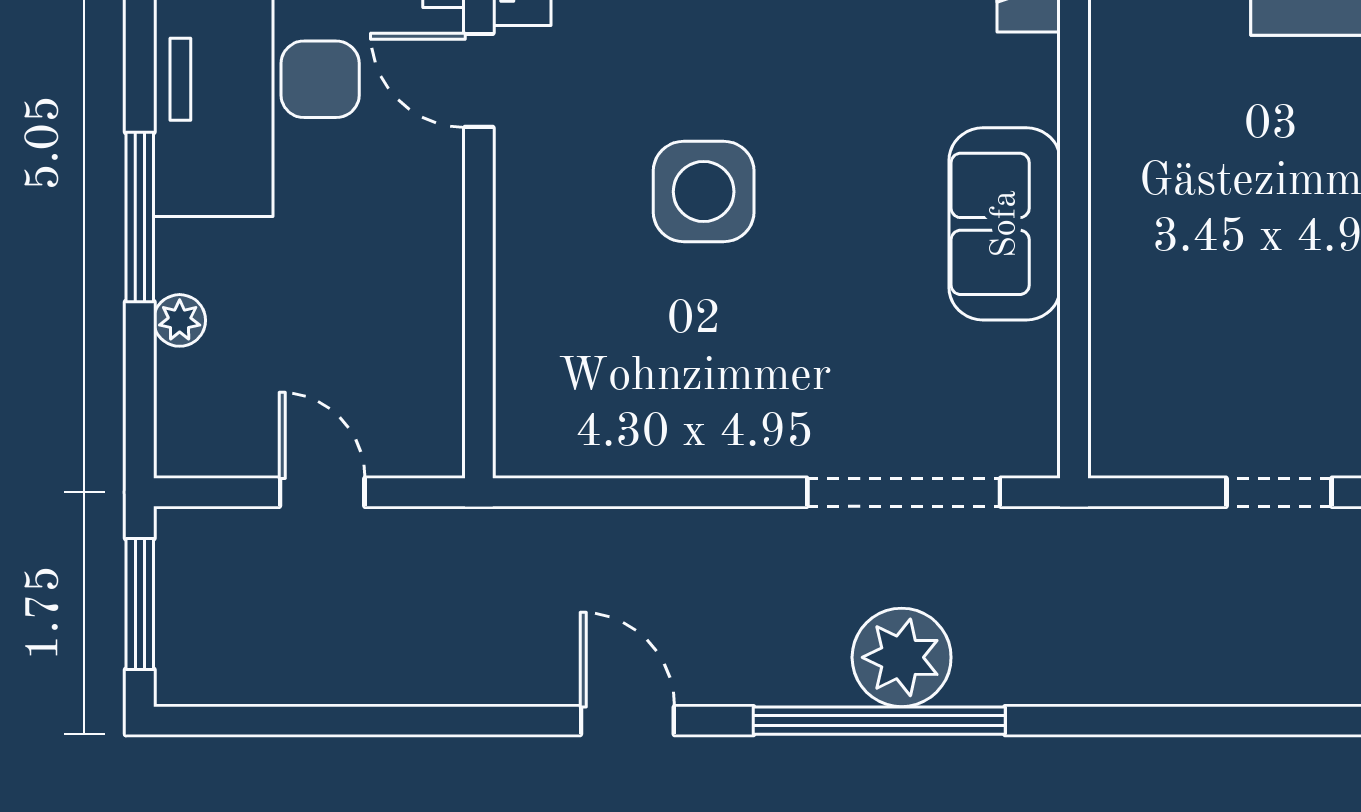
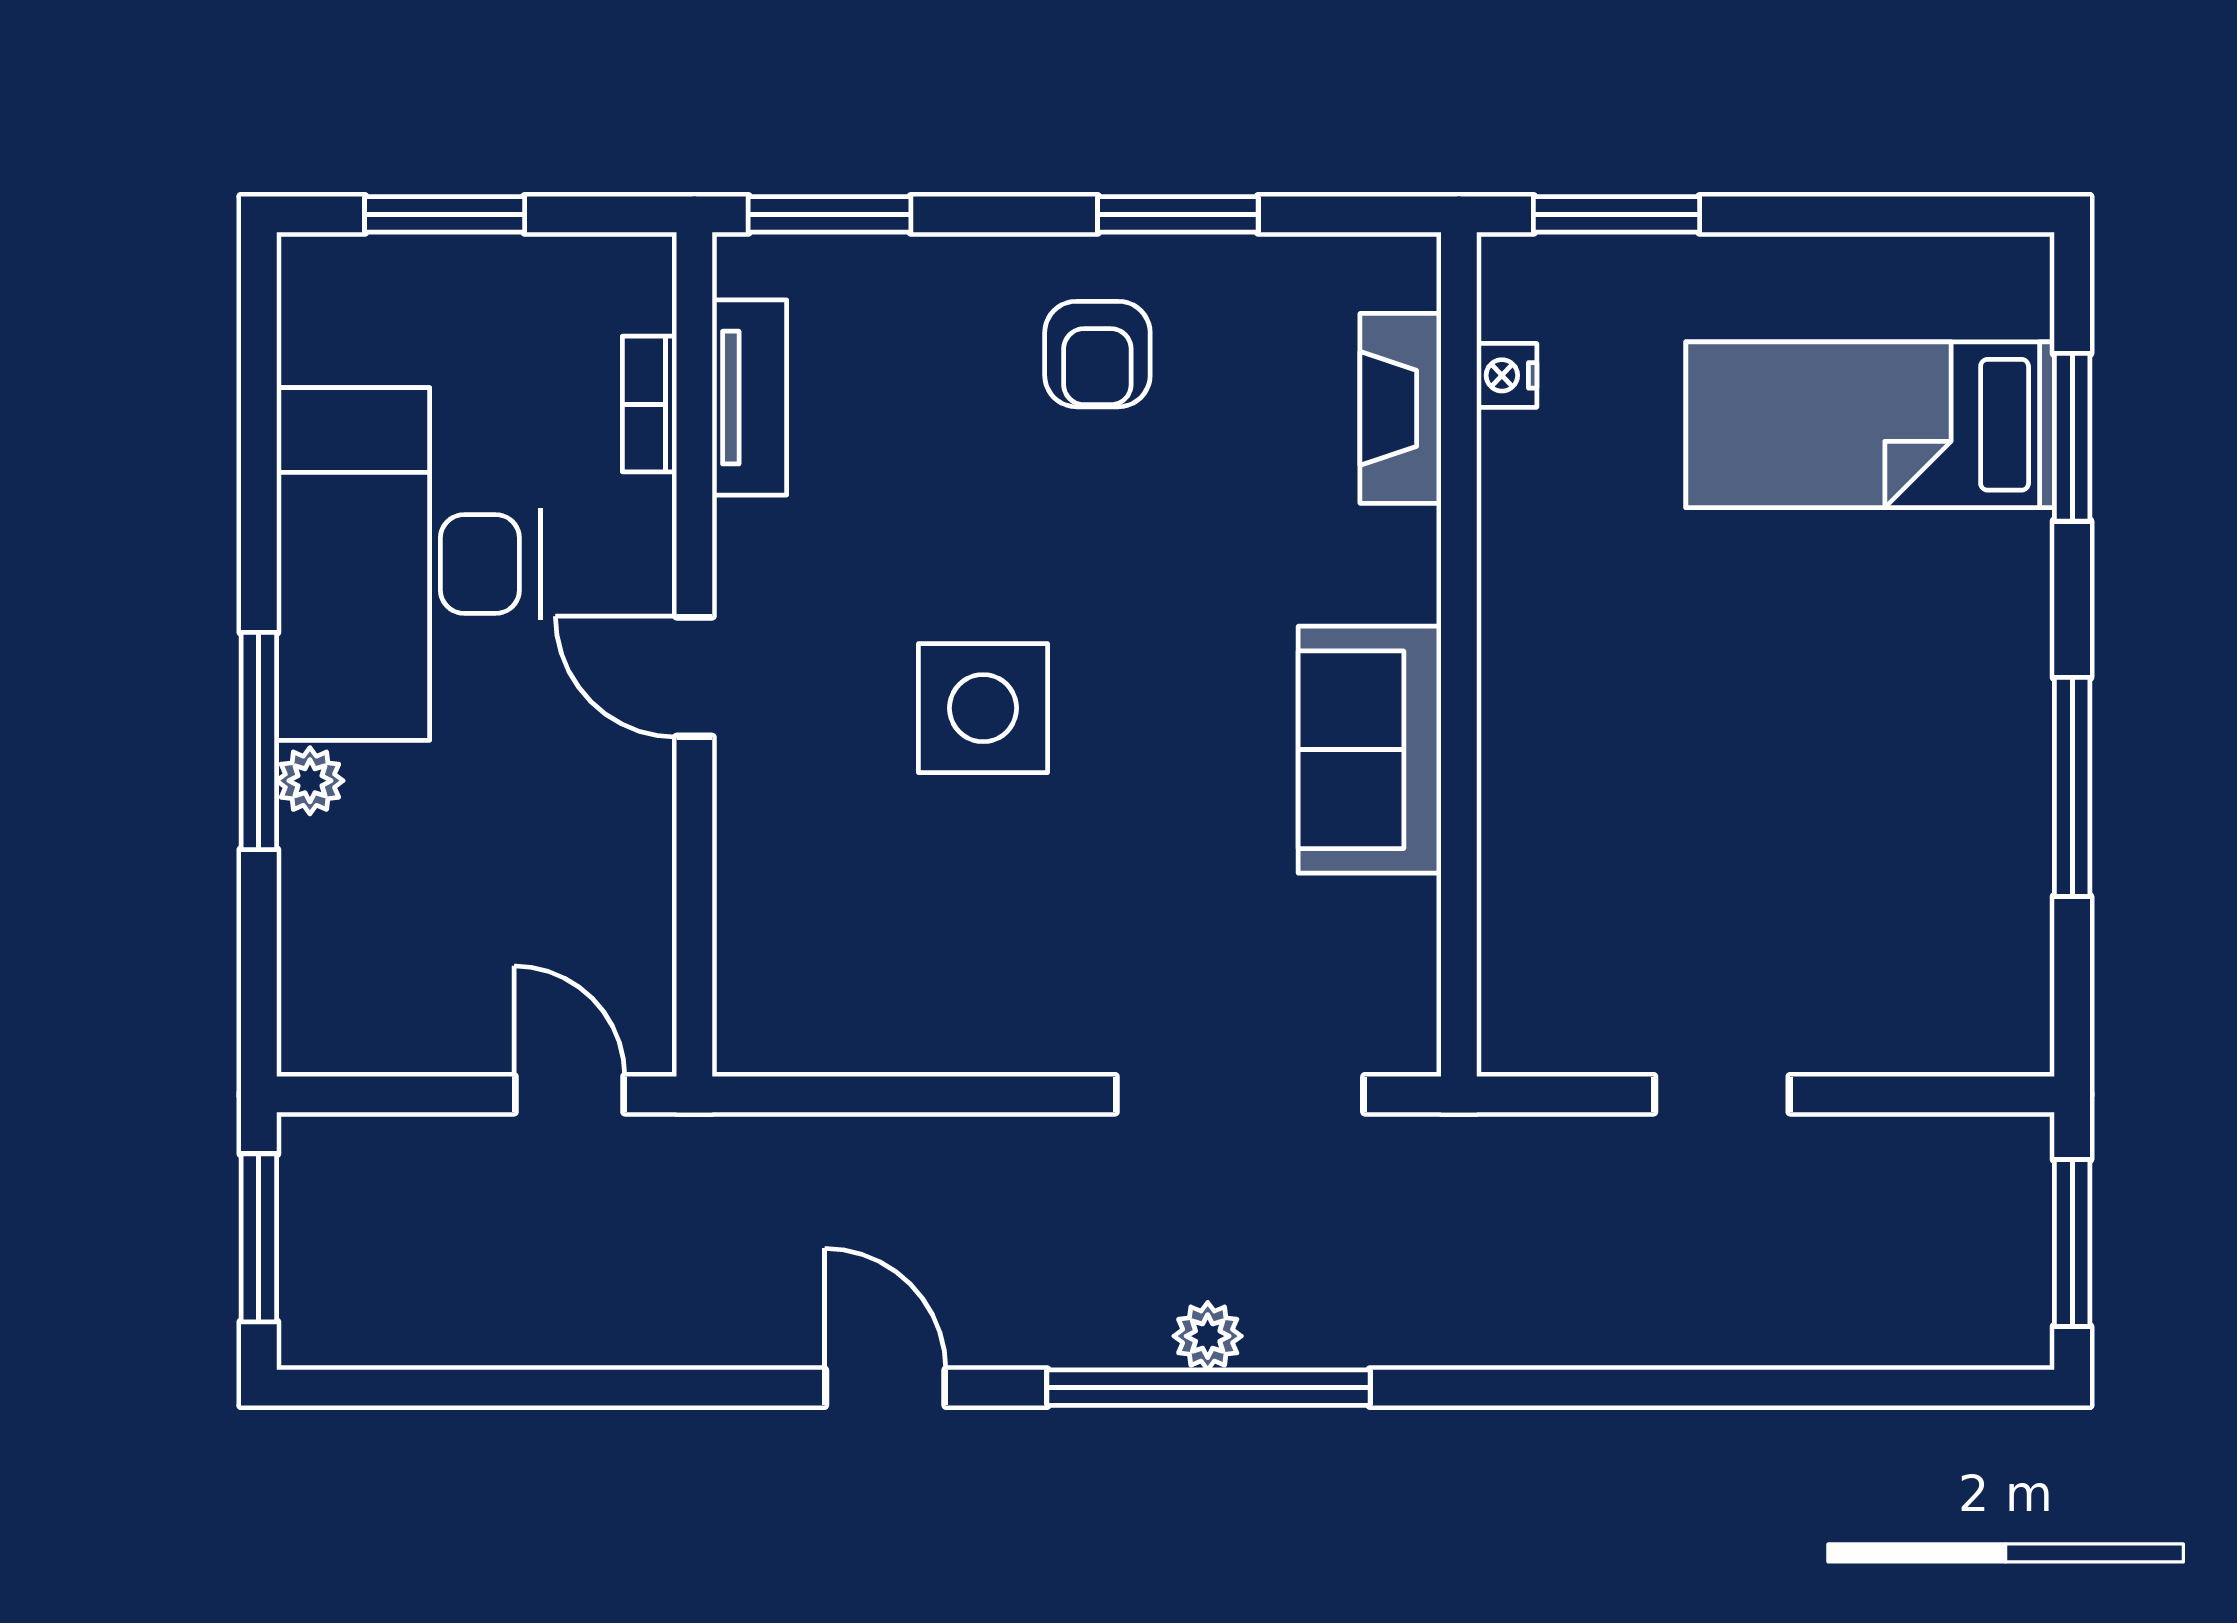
door: (479, 80) -> (694, 677), moved
plant: (180, 320) -> (310, 781), moved
door: (322, 492) -> (569, 1094), moved
plant: (902, 657) -> (1208, 1336), width x0.53, depth x0.53

